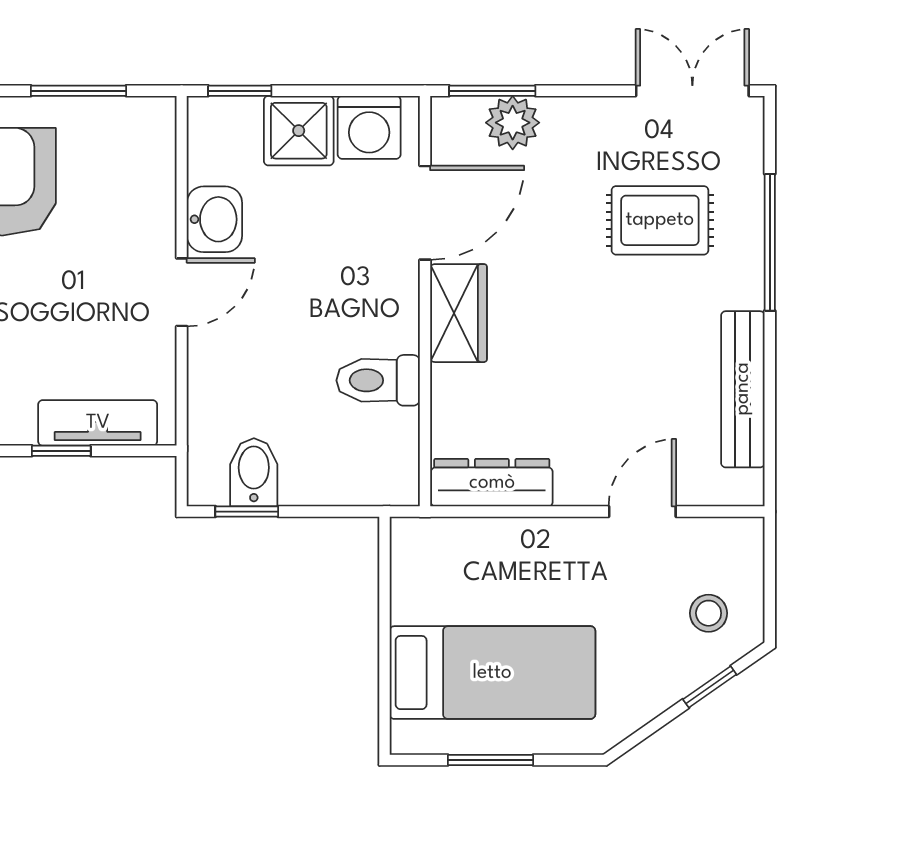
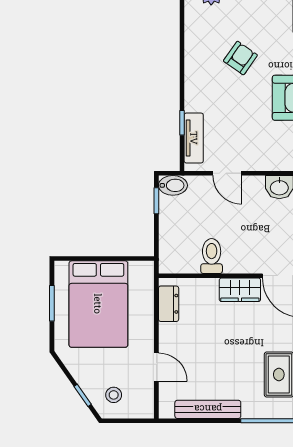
door: (182, 292) -> (227, 173), moved
bidet: (254, 472) -> (173, 185), moved
dresser: (492, 483) -> (169, 304), width x0.70
bed: (492, 673) -> (98, 304), width x1.50

